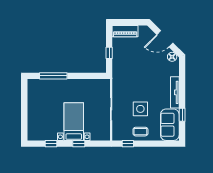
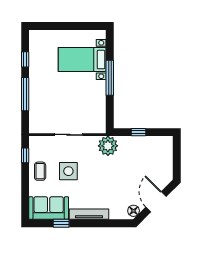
piano: (125, 31) -> (166, 152), removed
window: (53, 76) -> (110, 78), moved
plant: (120, 77) -> (108, 146), added
bed with nightstands: (74, 122) -> (82, 60), moved, turned 180
window: (79, 144) -> (25, 94), width x2.17

